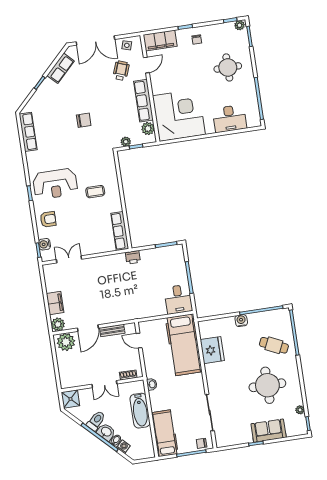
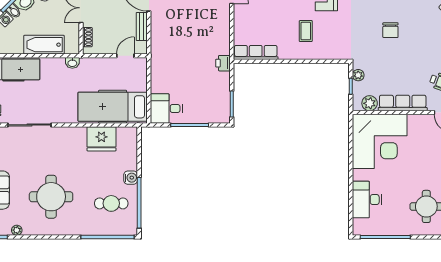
cafe table: (274, 345) -> (111, 203), moved, turned 65

